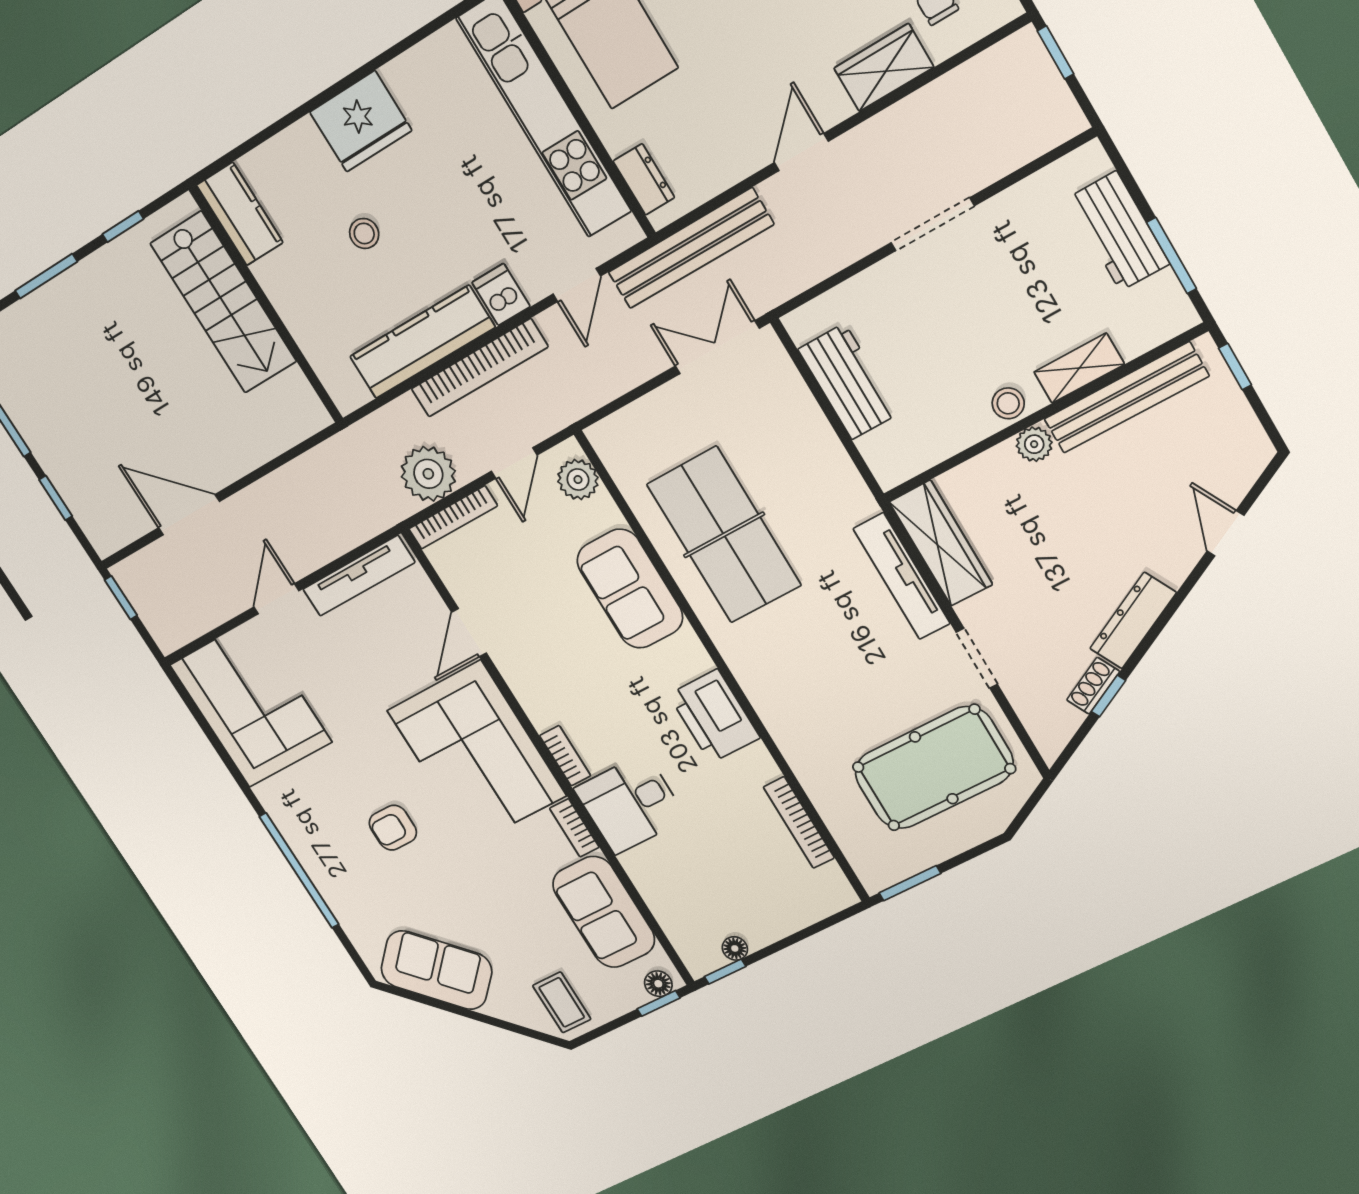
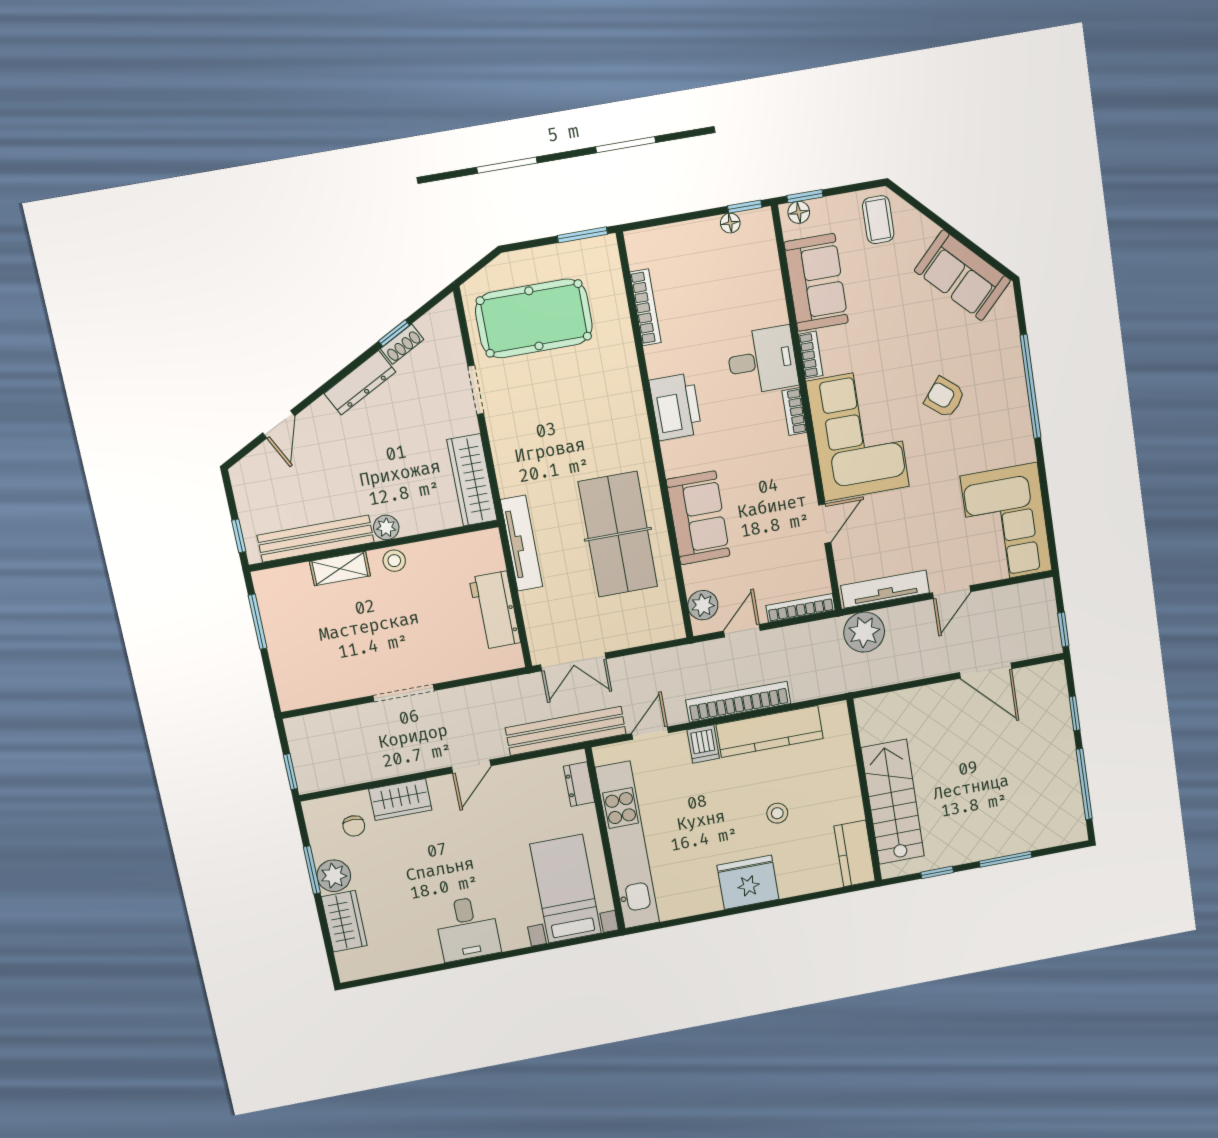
workbench: (1118, 231) -> (286, 649), removed
plant: (428, 474) -> (864, 632), moved
tv unit: (902, 576) -> (522, 543), moved
armchair: (393, 828) -> (945, 397), turned -141

